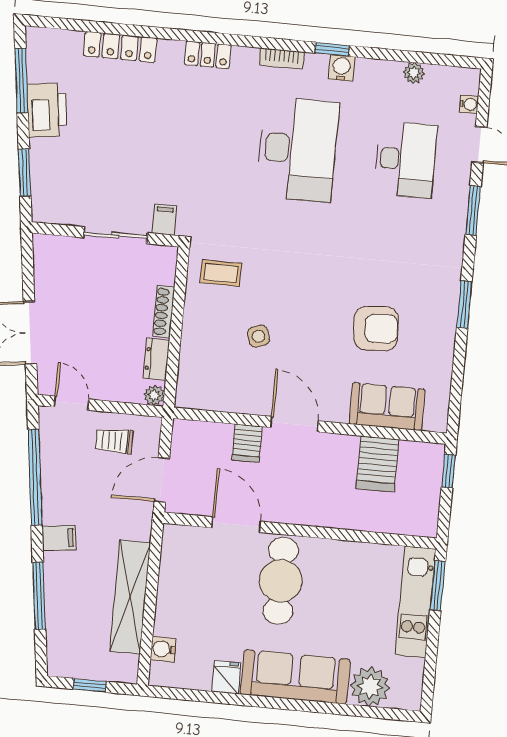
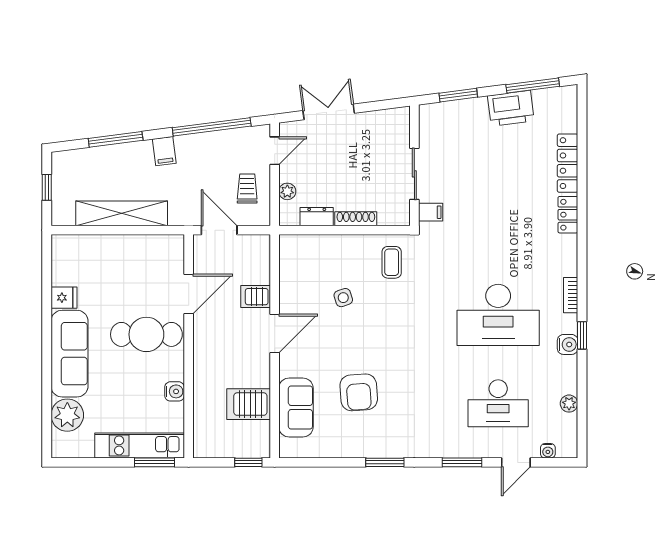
locker: (208, 55) -> (568, 215), moved
plant: (154, 395) -> (287, 191), moved
water cooler: (163, 649) -> (175, 391), moved, turned 90

